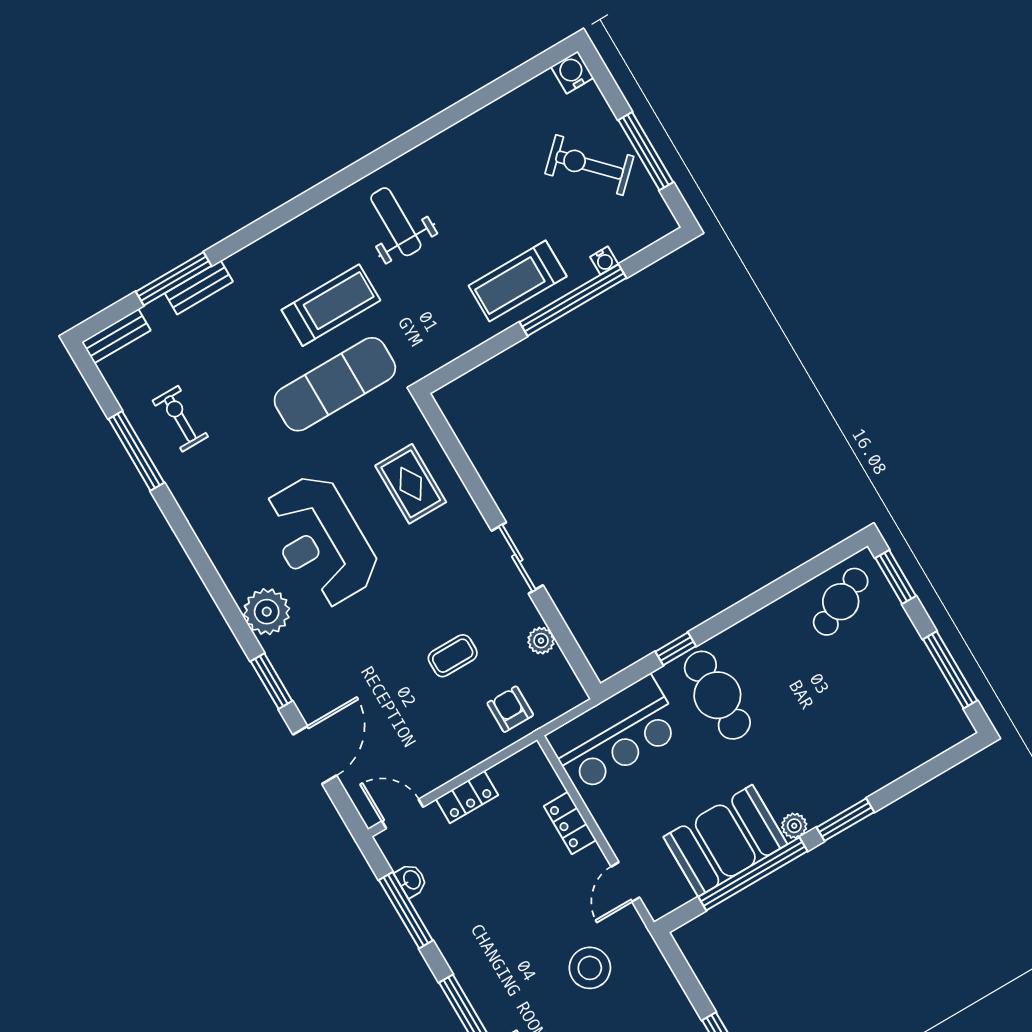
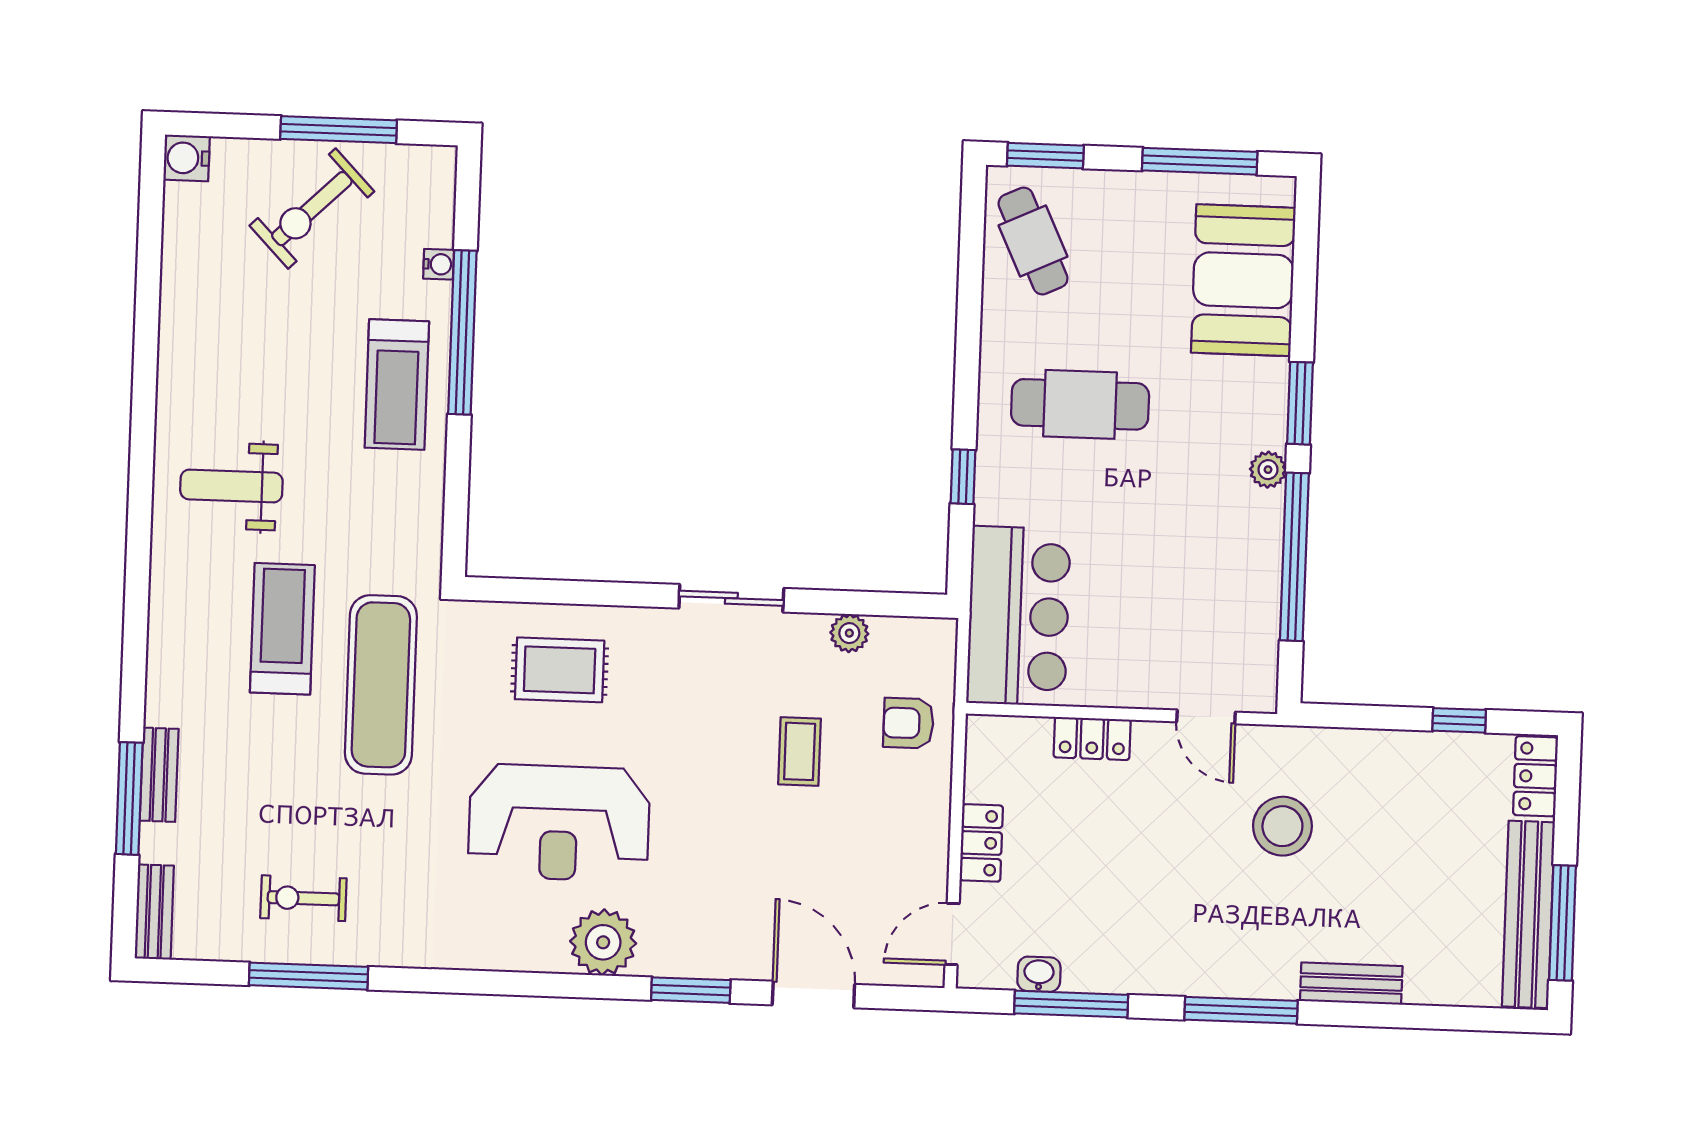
cafe table: (717, 695) -> (1080, 404), moved
booth: (725, 841) -> (1243, 280), moved

